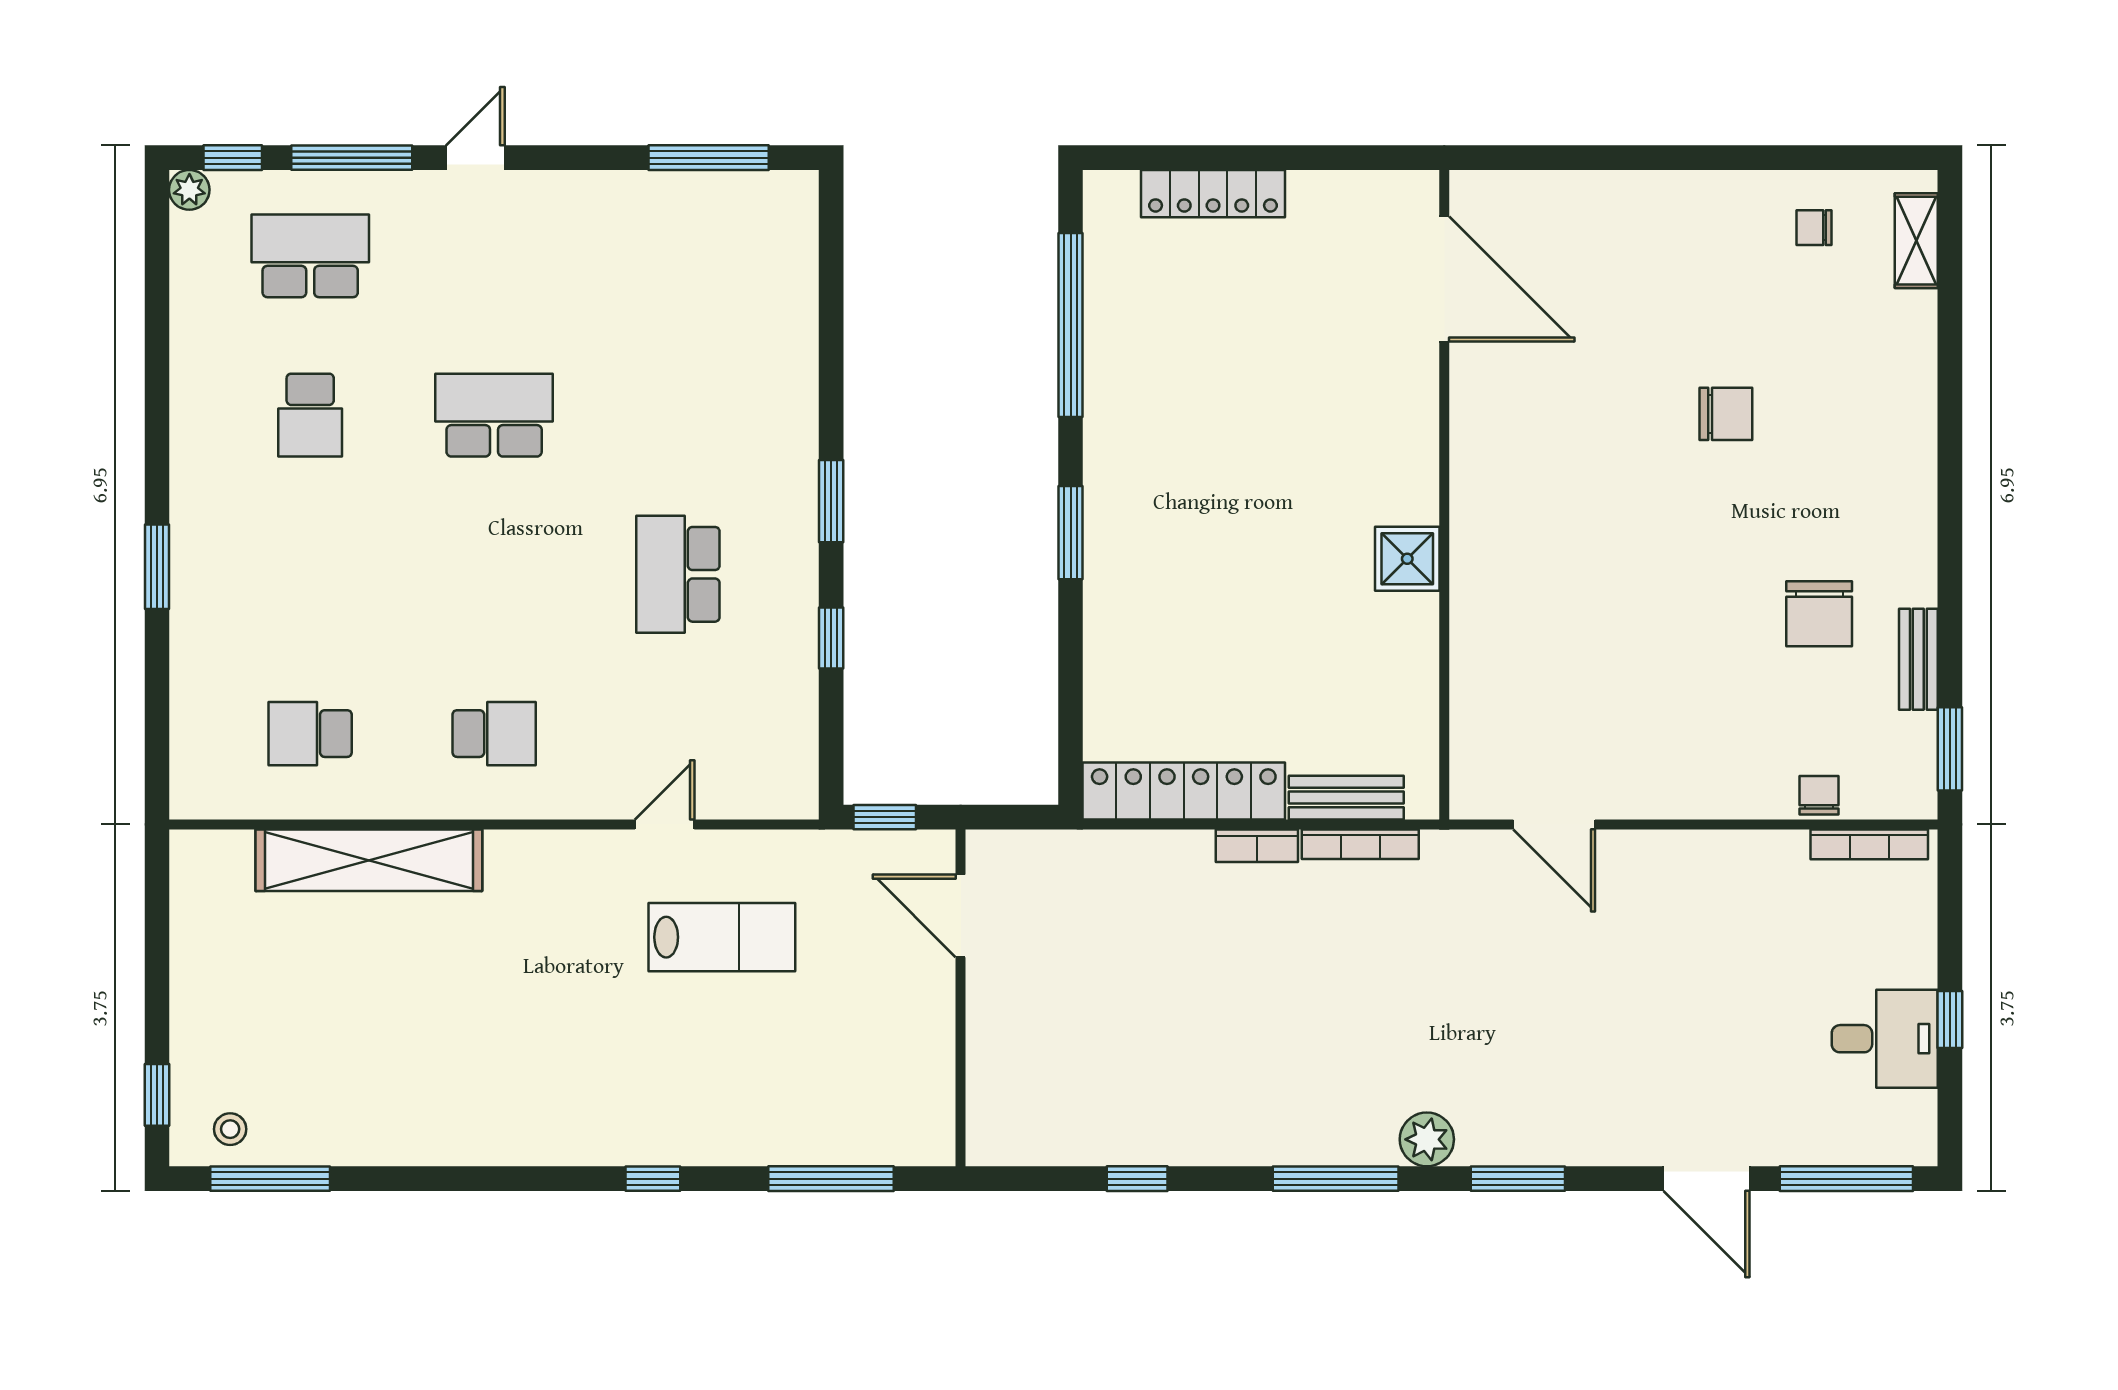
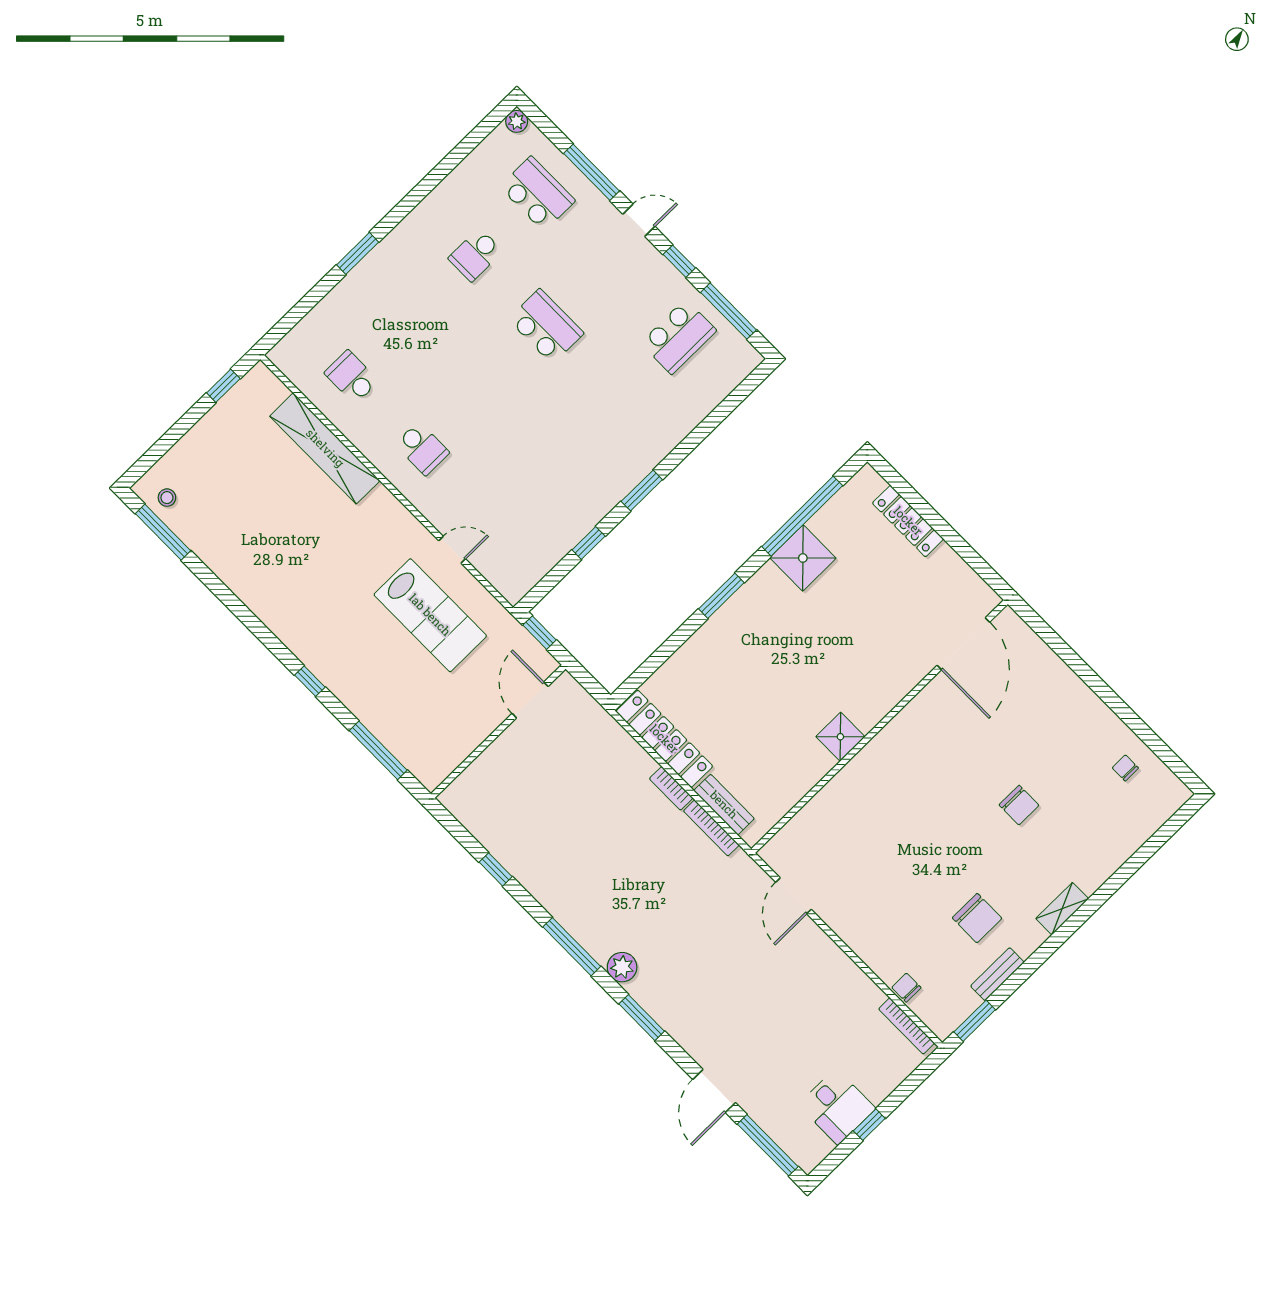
window: (233, 158) -> (679, 261), moved
shelving: (1916, 241) -> (1062, 909), moved
shower: (1126, 378) -> (803, 558), added
school desk: (678, 574) -> (678, 337), moved, turned 180
chair: (1819, 614) -> (977, 918), turned -90
chair: (1819, 795) -> (906, 988), turned -90
lab bench: (722, 937) -> (430, 615), width x1.36, depth x1.39
window: (157, 1095) -> (223, 386), moved

